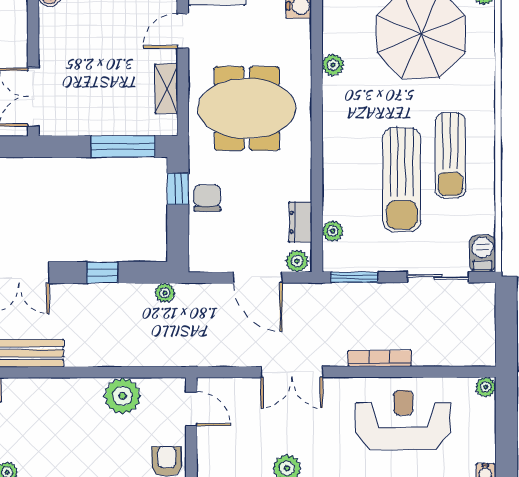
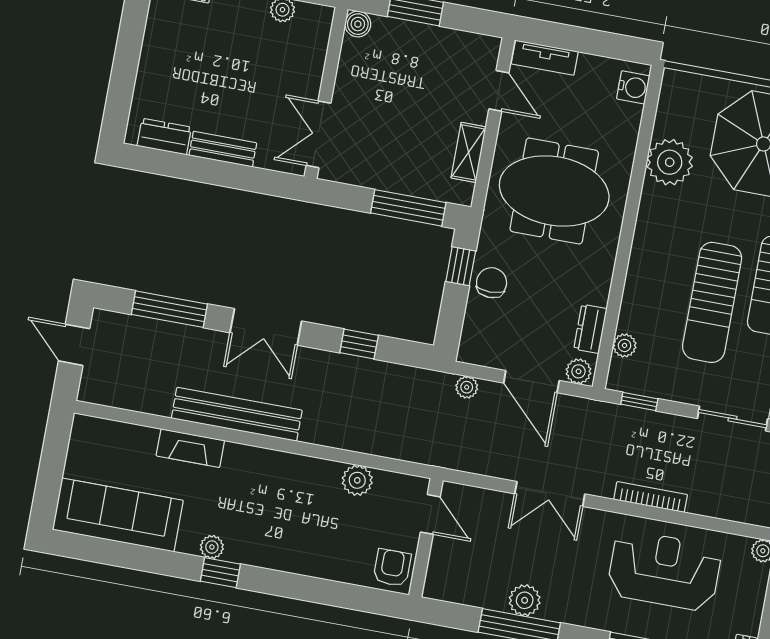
door: (183, 30) -> (499, 91), swing flipped
plant: (333, 65) -> (670, 162), width x1.88, depth x1.88
window: (355, 277) -> (639, 401), width x0.67
plant: (165, 293) -> (467, 387), moved
plant: (123, 396) -> (357, 480), width x0.73, depth x0.73

